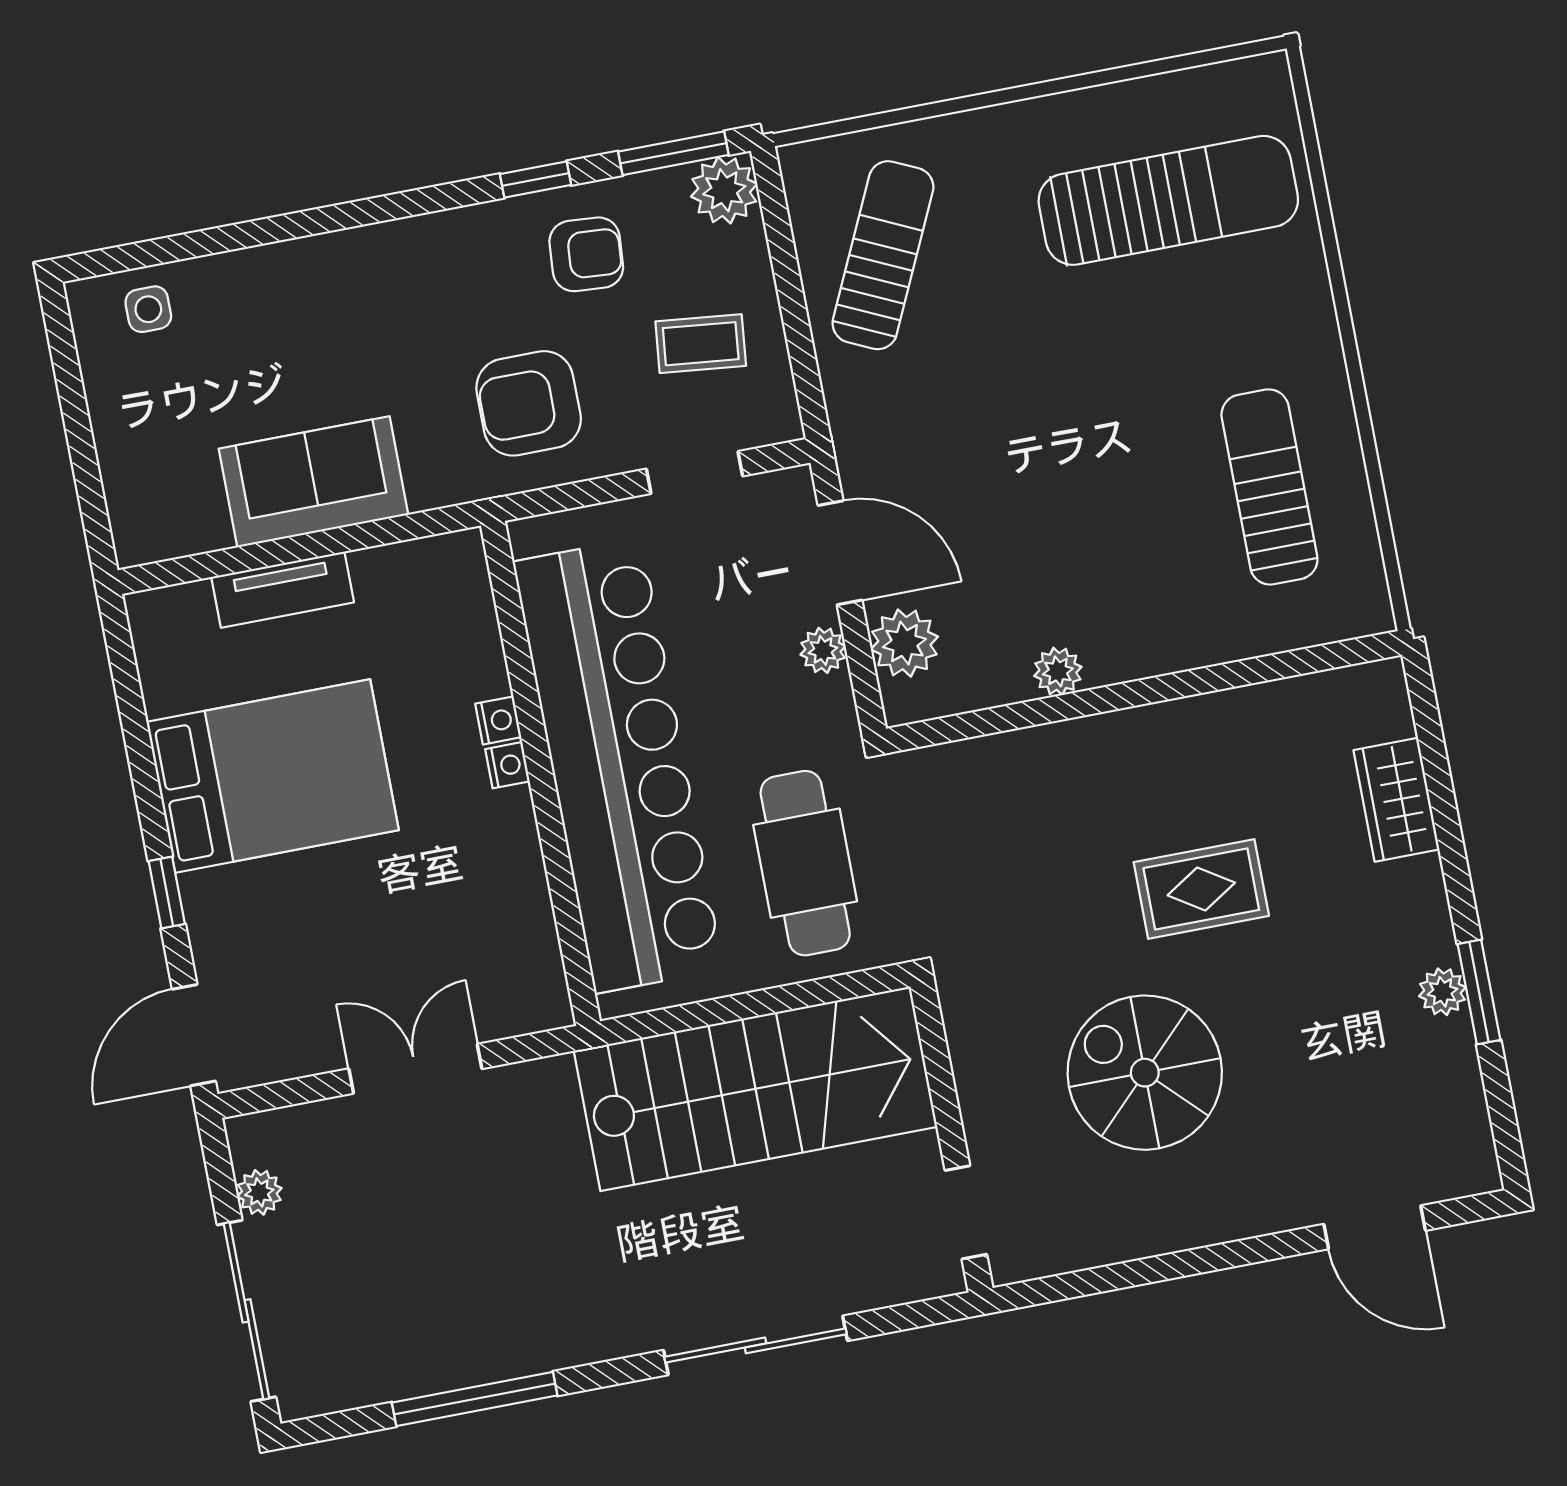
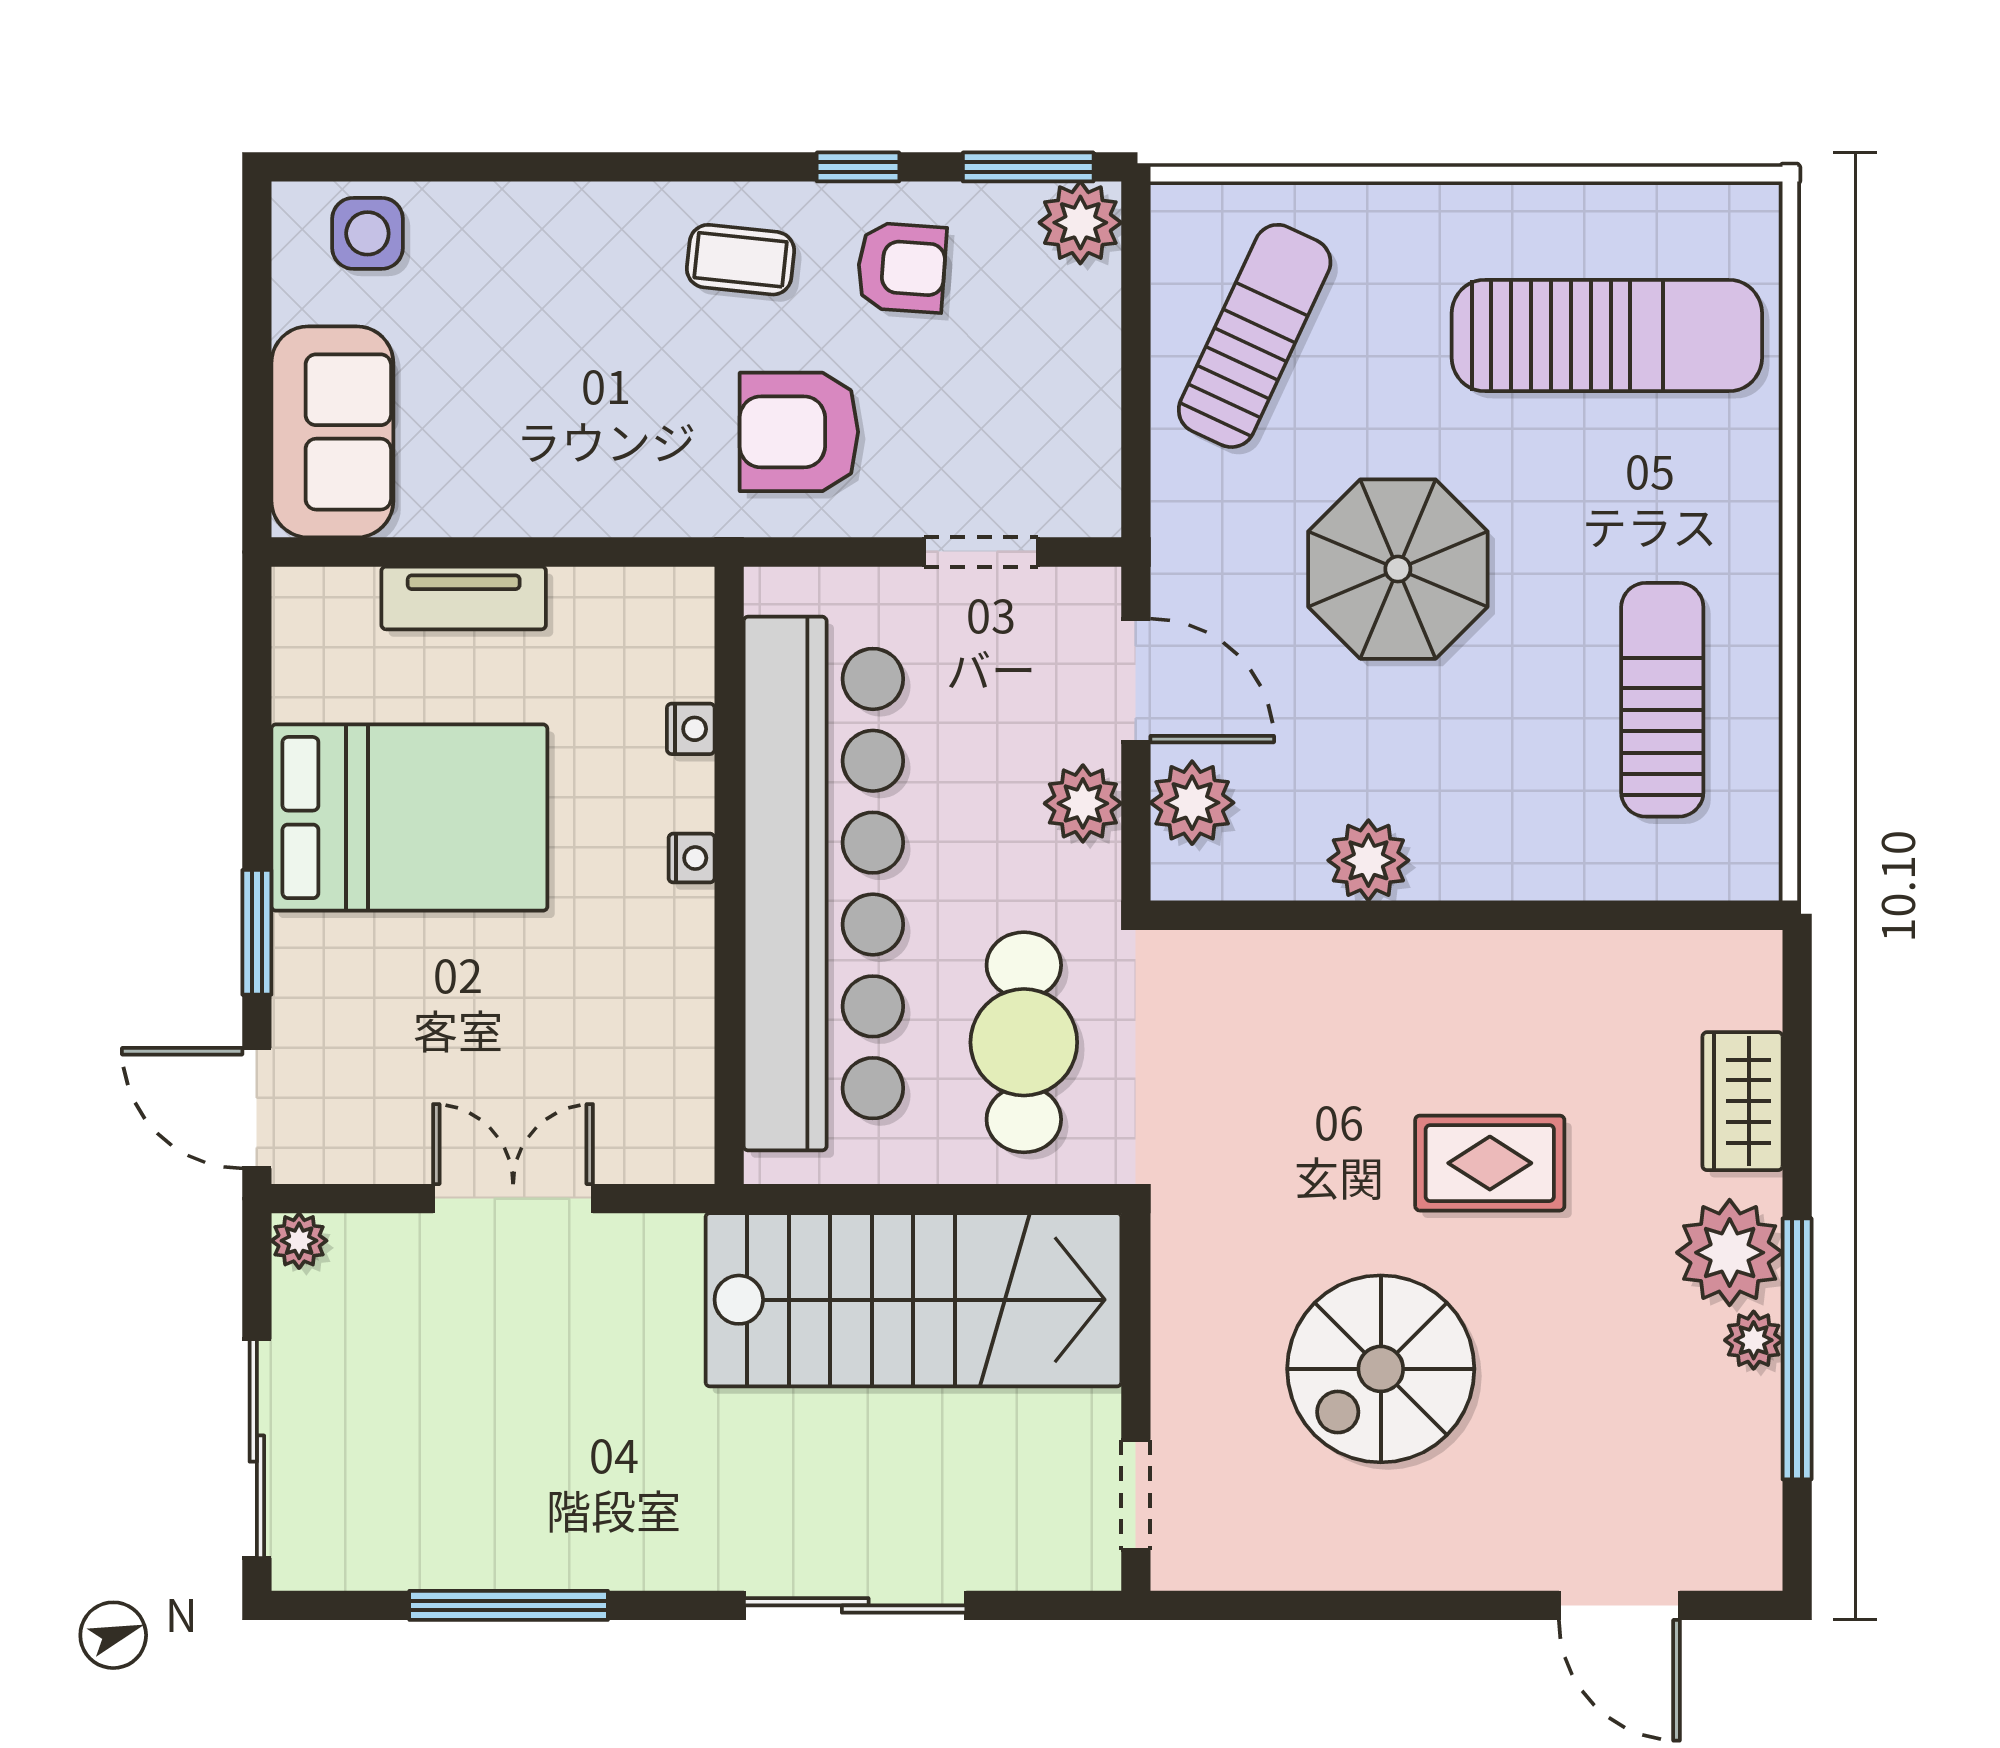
side table: (148, 309) -> (367, 233), width x1.37, depth x1.37
coffee table: (701, 344) -> (740, 260), moved
parasol: (1035, 422) -> (1398, 569), added
sofa: (314, 482) -> (332, 432), moved, turned 90
plant: (823, 650) -> (1083, 803), width x1.38, depth x1.38
plant: (1058, 671) -> (1368, 860), width x1.38, depth x1.38
nightstand: (498, 720) -> (691, 729), moved
window: (167, 893) -> (257, 932), width x1.50
plant: (1409, 924) -> (1730, 1253), added
window: (1479, 992) -> (1797, 1349), width x2.11
door: (194, 1035) -> (257, 1108), hinge flipped
spiral stairs: (1145, 1073) -> (1381, 1369), turned -90
plant: (259, 1192) -> (299, 1241), moved

